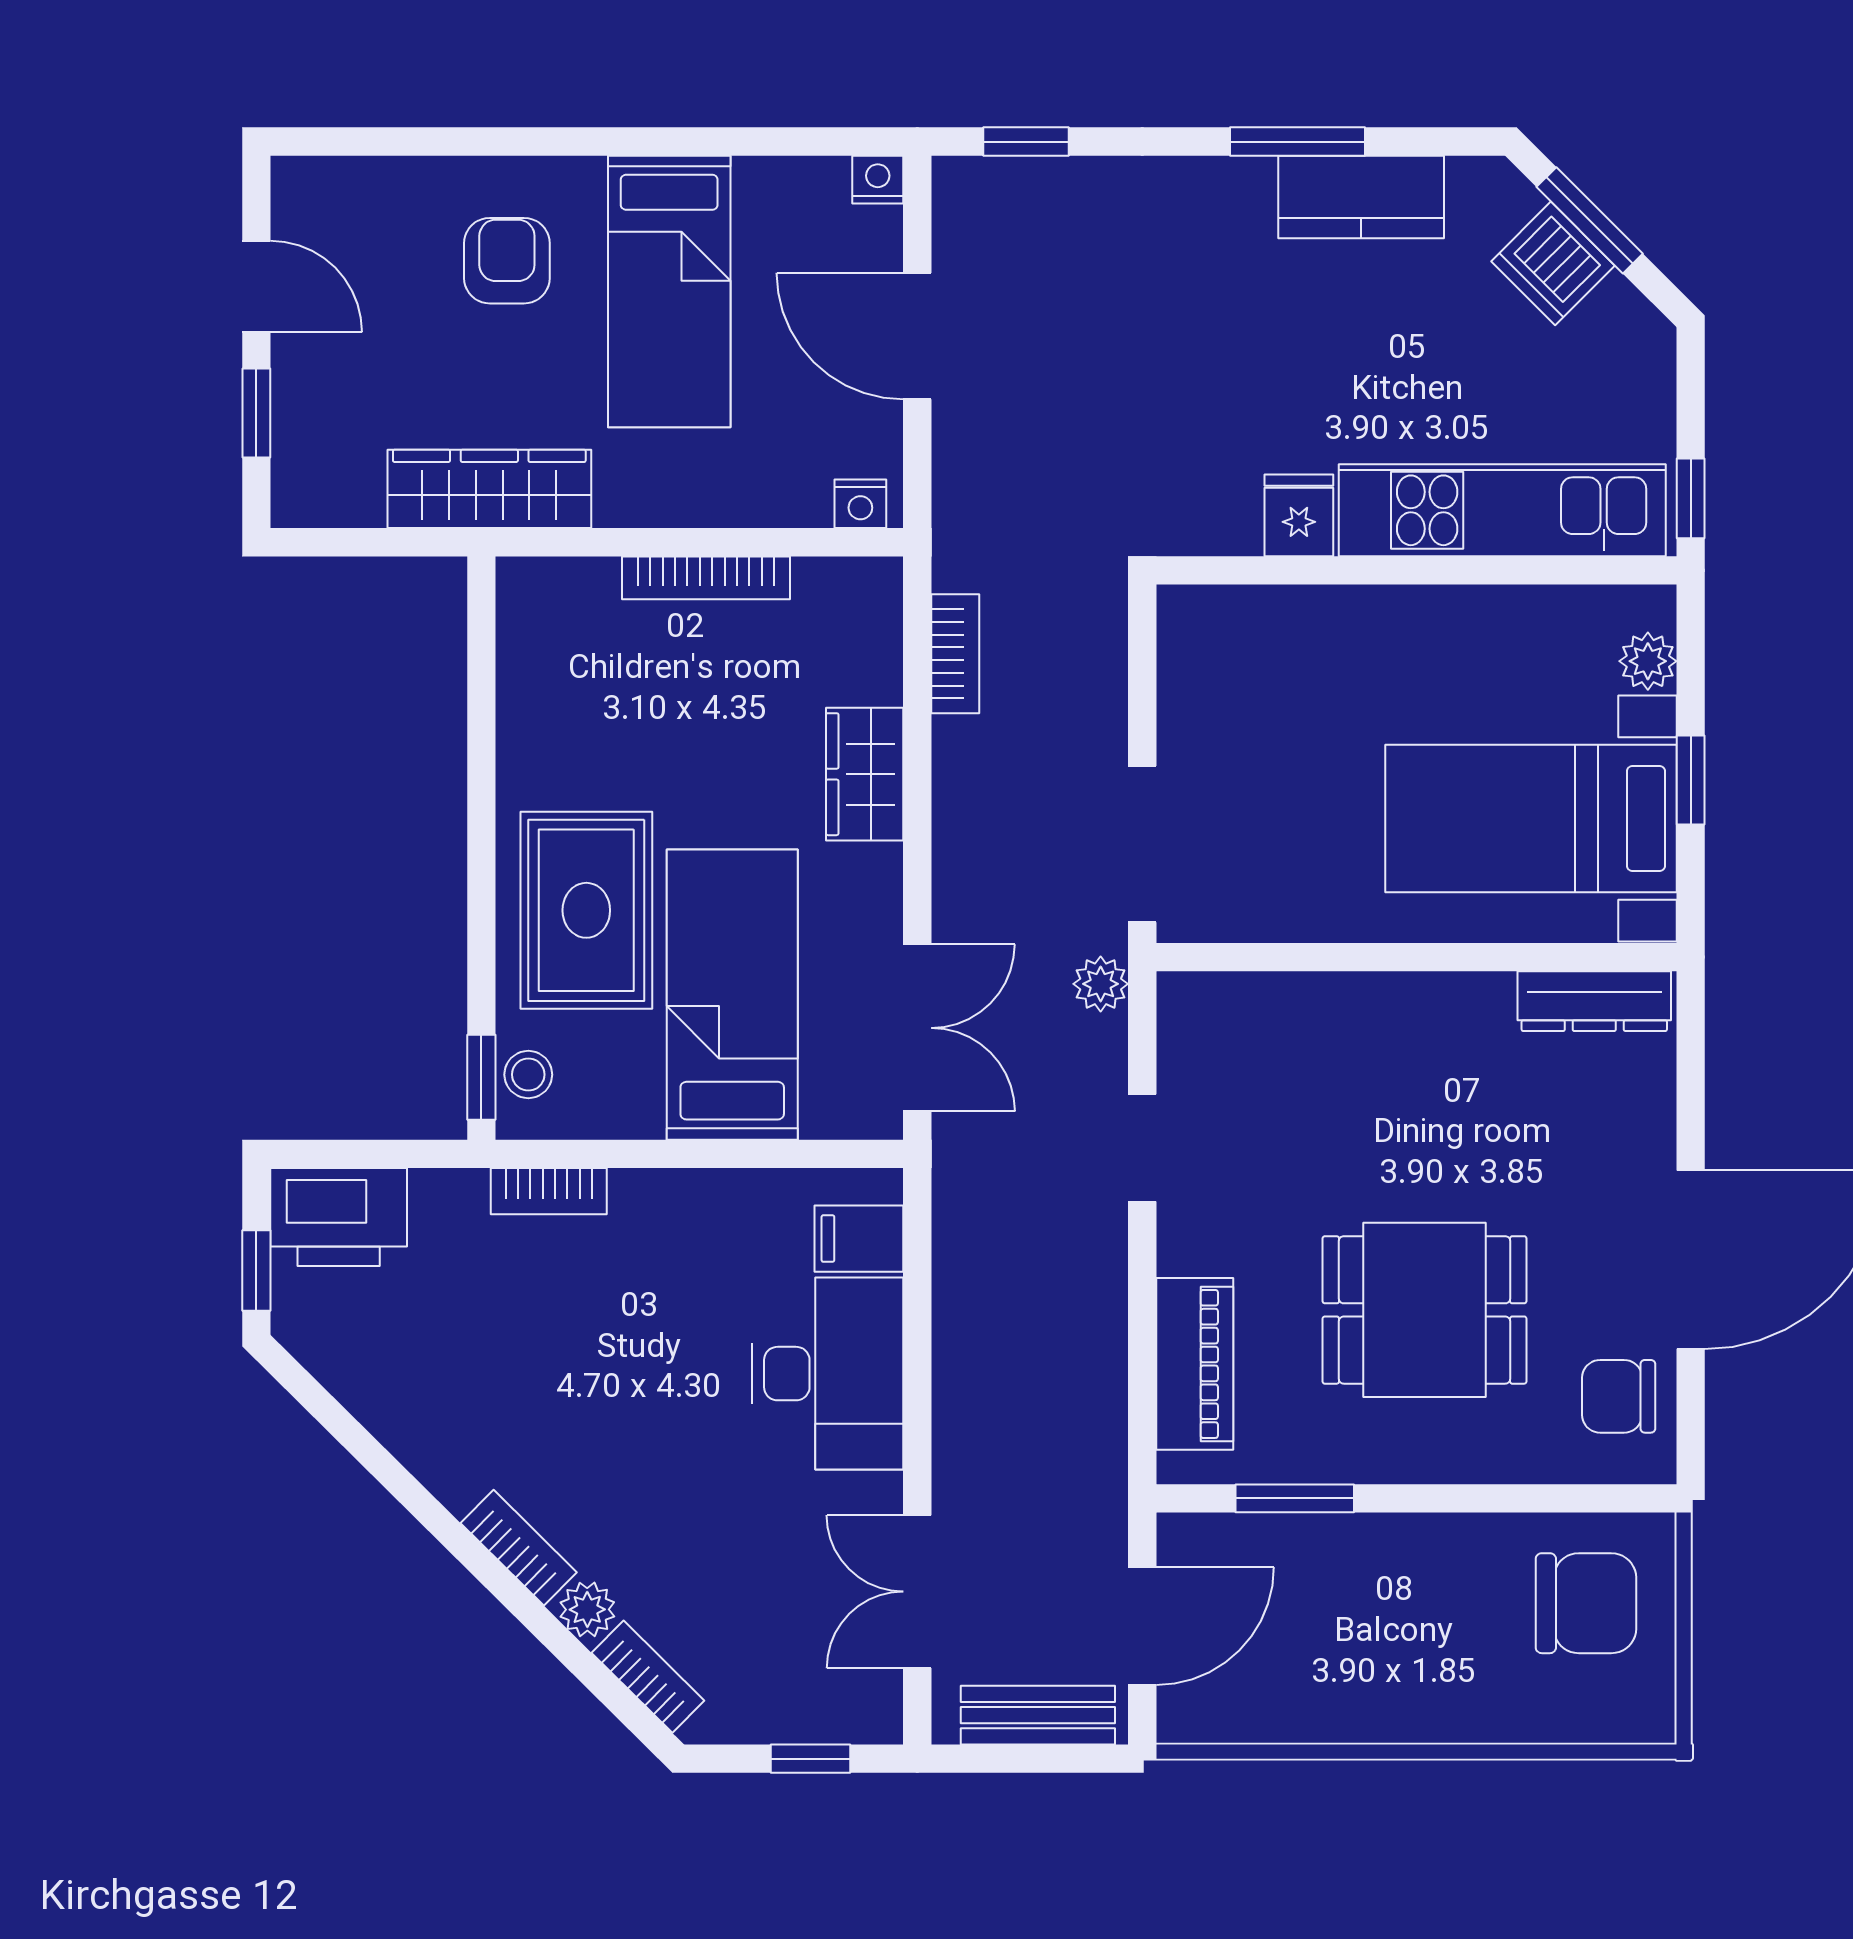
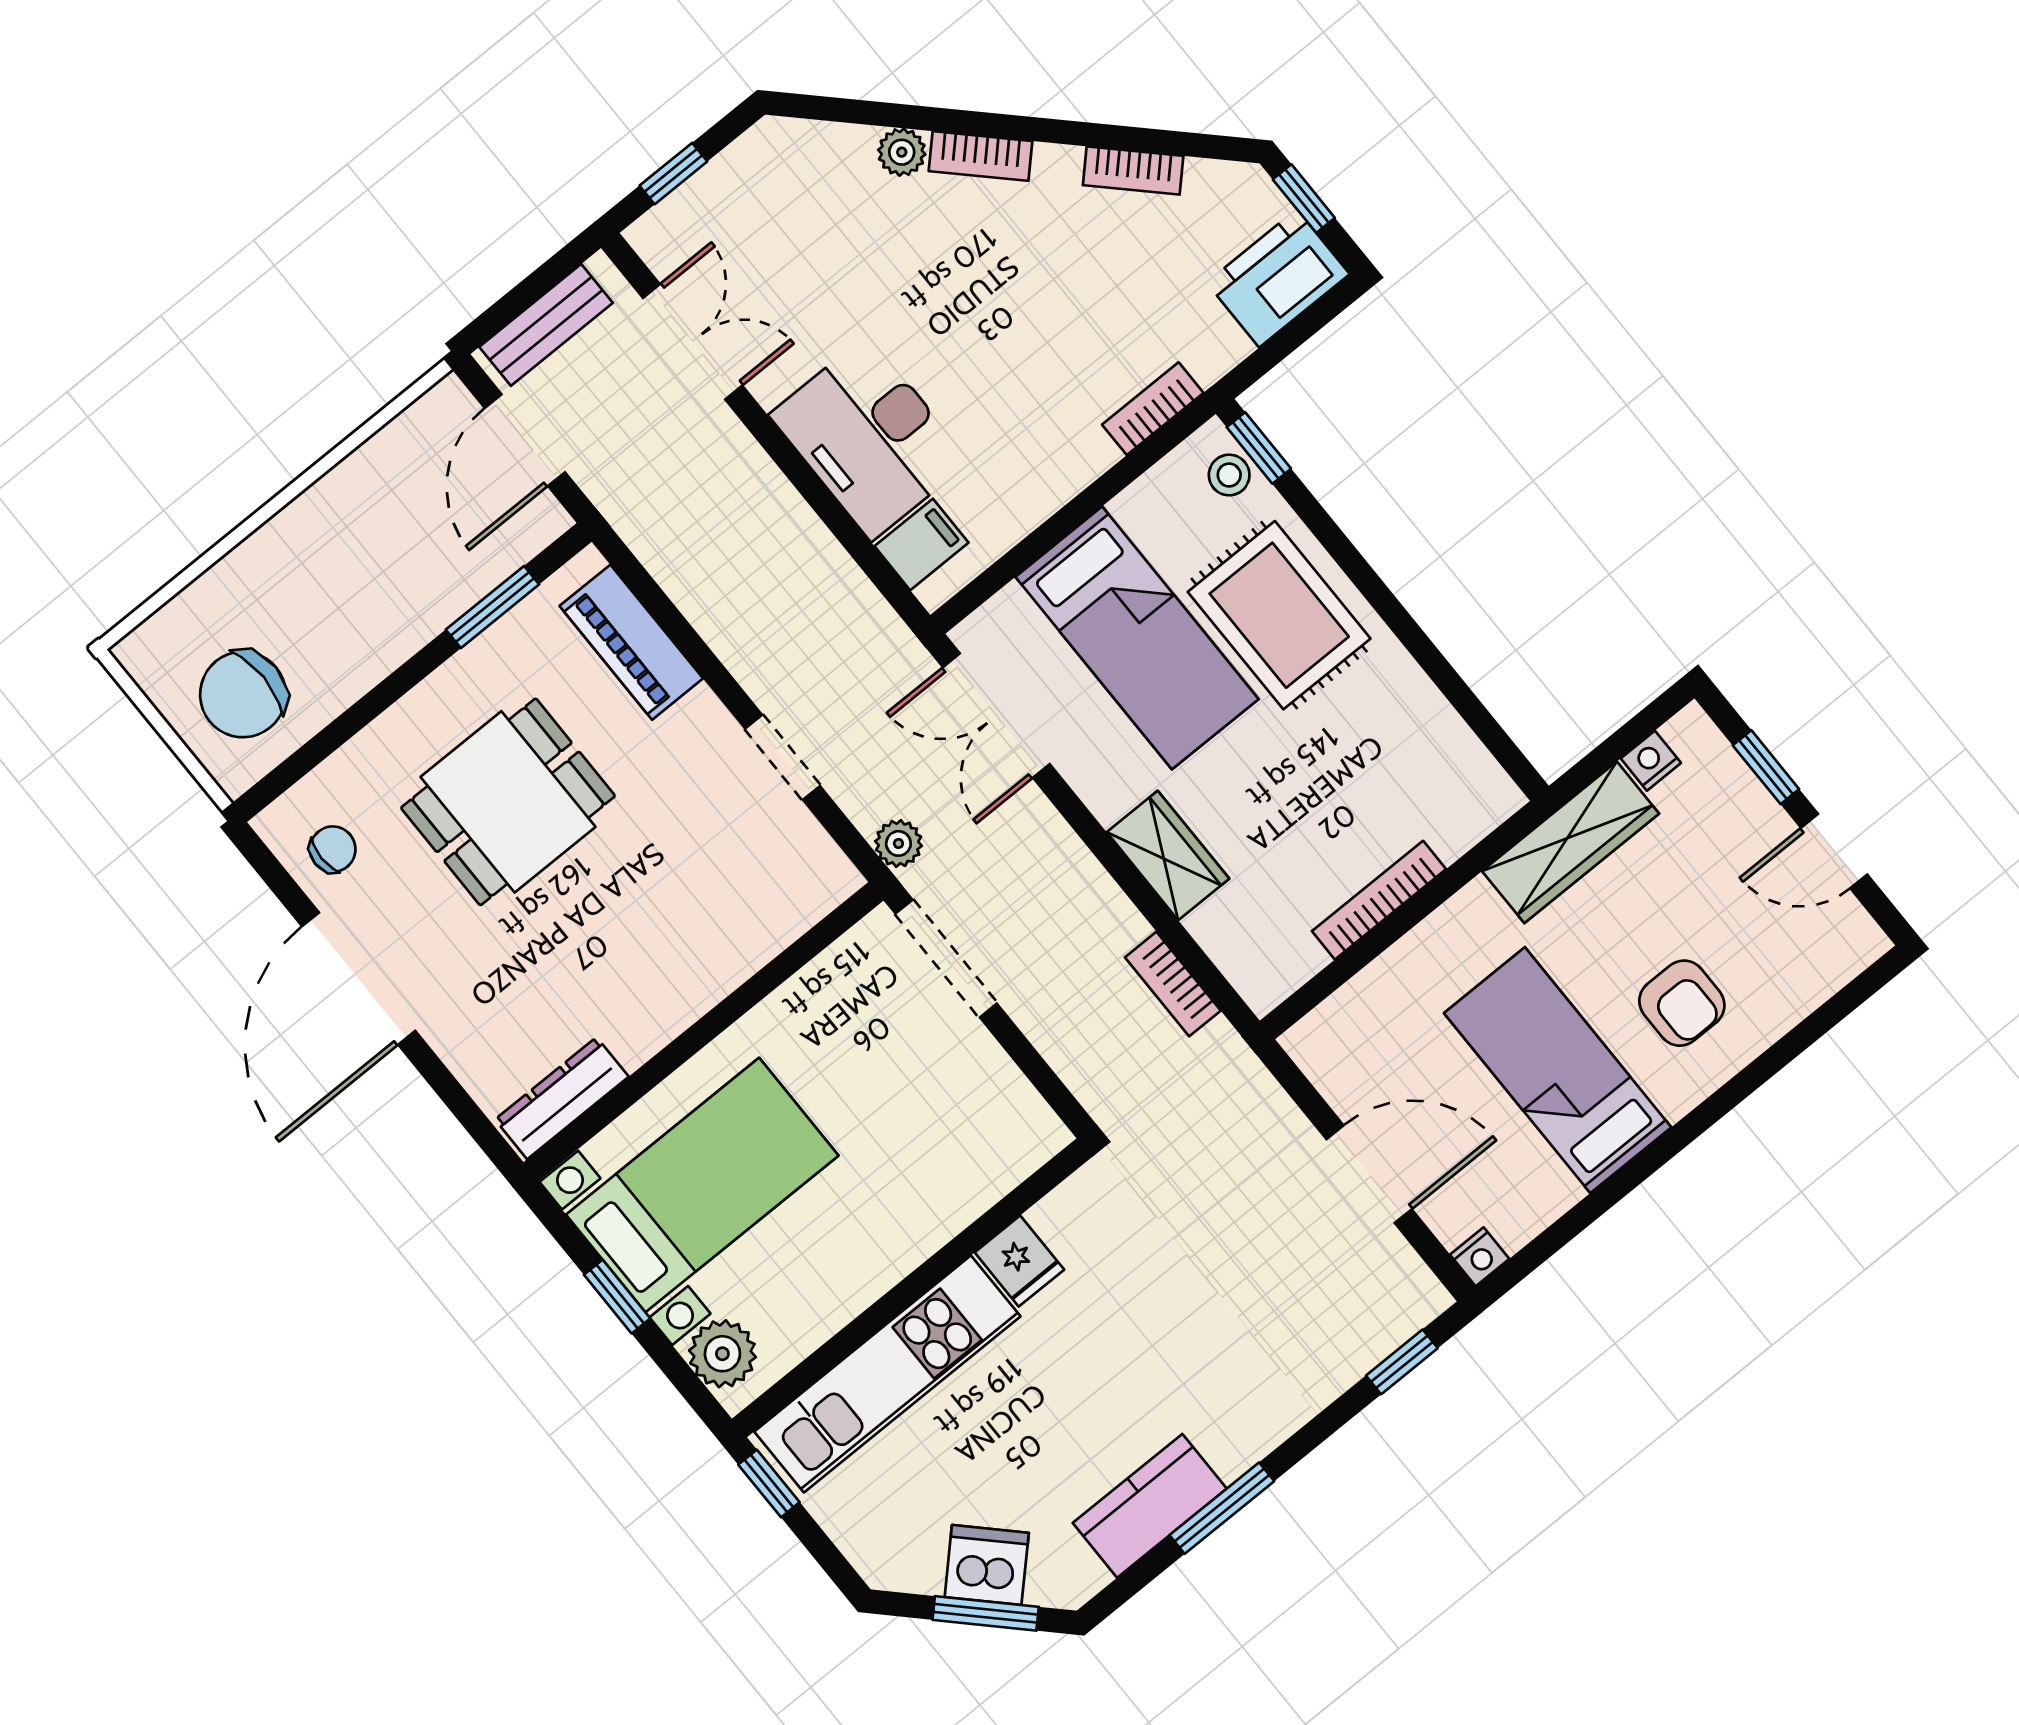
nightstand: (860, 504) -> (1651, 761), moved
plant: (1648, 661) -> (722, 1354), width x1.38, depth x1.38
chair: (1619, 1396) -> (333, 849), width x0.73, depth x0.73
bookcase: (648, 1677) -> (1133, 171), moved

